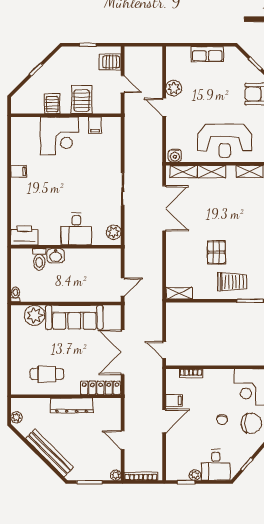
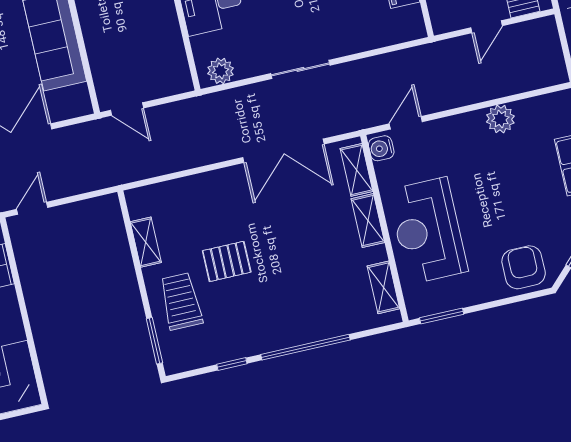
door: (164, 107) -> (406, 123), moved
trolley: (232, 282) -> (181, 301), turned 180
shelving: (179, 293) -> (146, 242), moved

